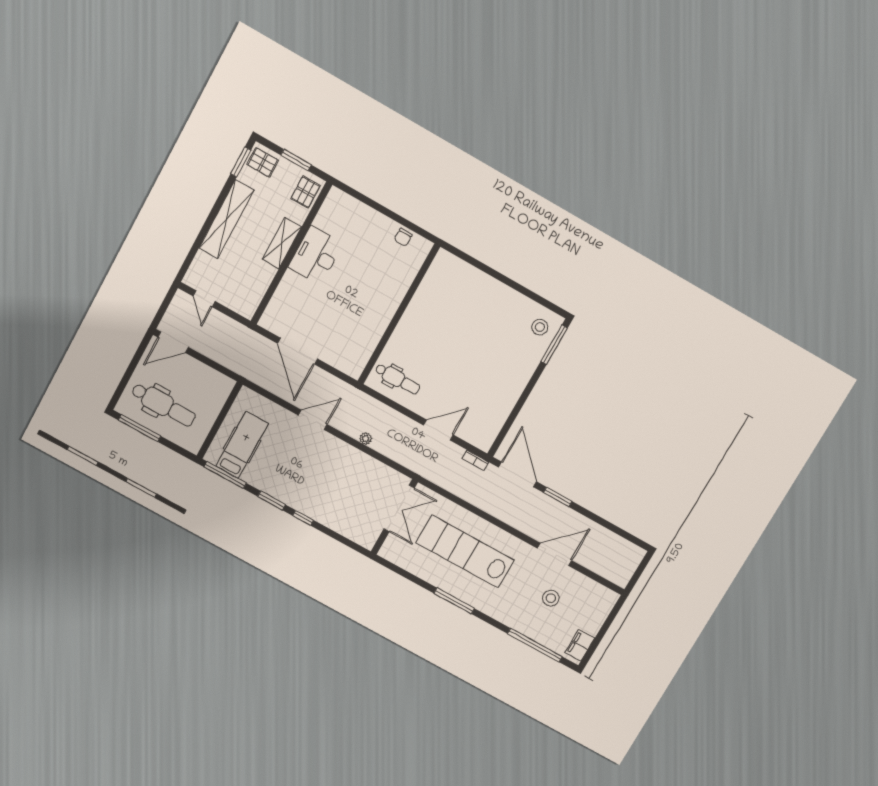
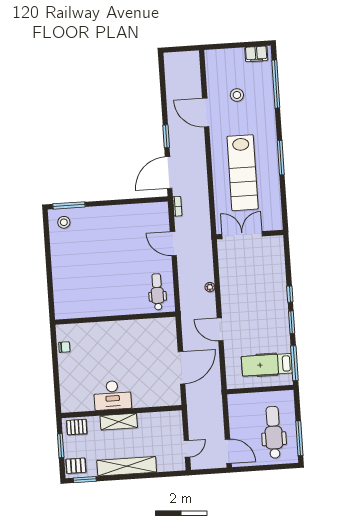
pallet: (263, 162) -> (76, 466), turned 90

